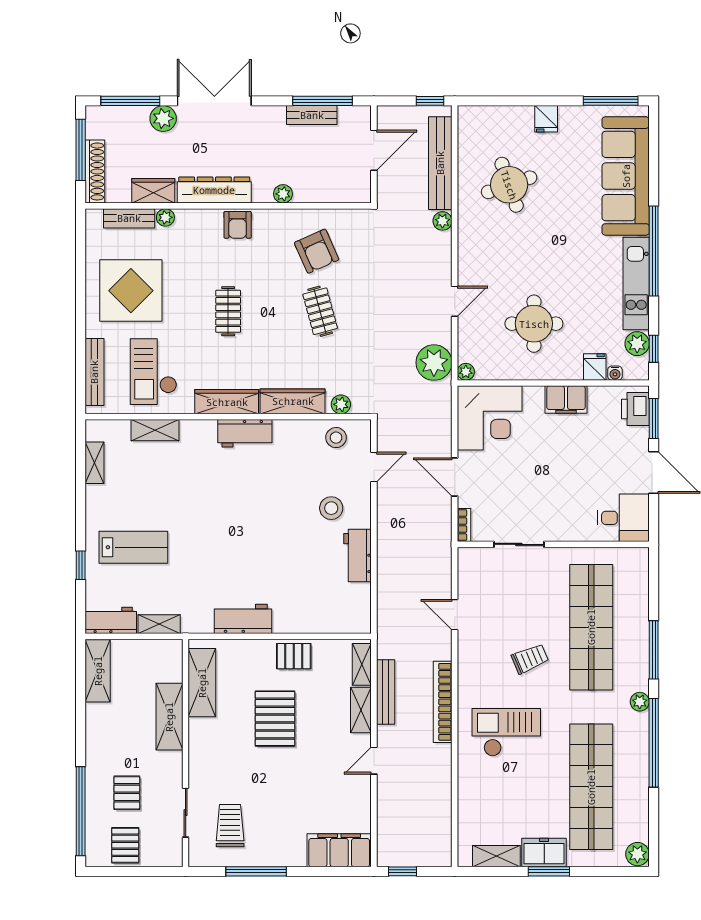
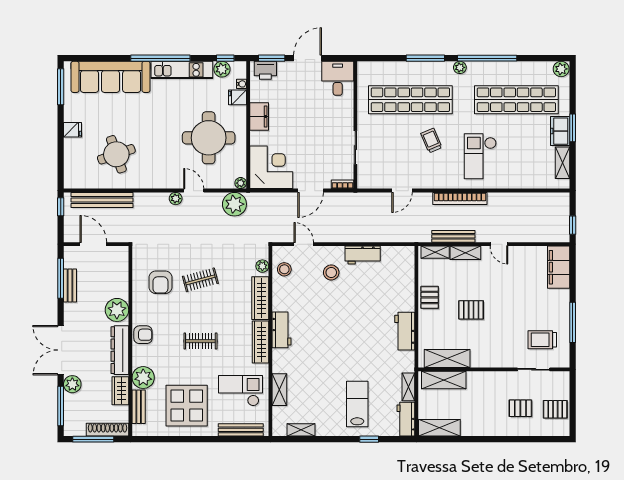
plant: (283, 194) -> (117, 310), width x1.87, depth x1.87
plant: (165, 217) -> (143, 378), width x1.88, depth x1.88
plant: (442, 221) -> (176, 199), moved
armchair: (317, 251) -> (160, 282), turned 114
round table: (534, 324) -> (209, 138), width x1.36, depth x1.36
checkout: (153, 372) -> (240, 391), turned 180
shelving: (169, 717) -> (444, 380), moved
pallet: (275, 719) -> (471, 310), width x0.67, depth x0.71
window: (81, 811) -> (533, 439), removed

